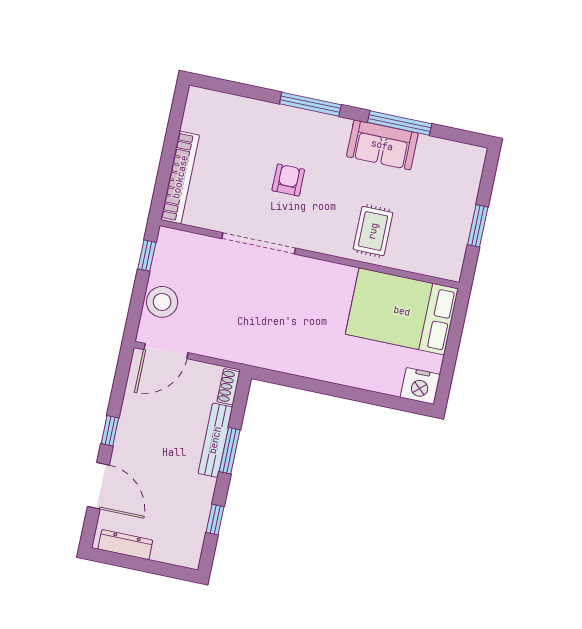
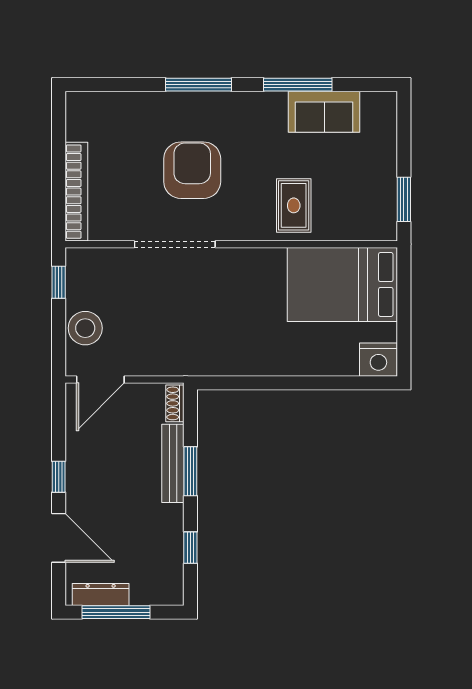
sofa: (382, 145) -> (324, 112), moved
armchair: (288, 180) -> (192, 170), width x1.88, depth x1.88
window: (478, 226) -> (404, 199), moved
window: (136, 563) -> (116, 612), added

